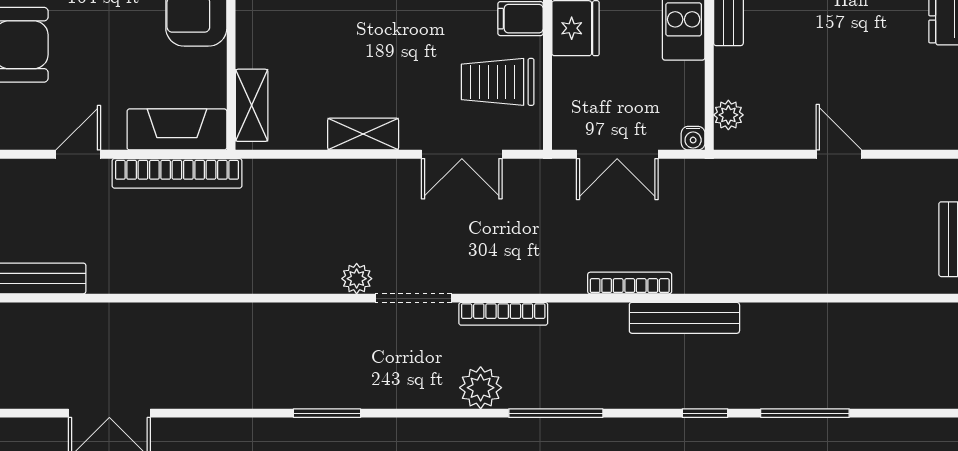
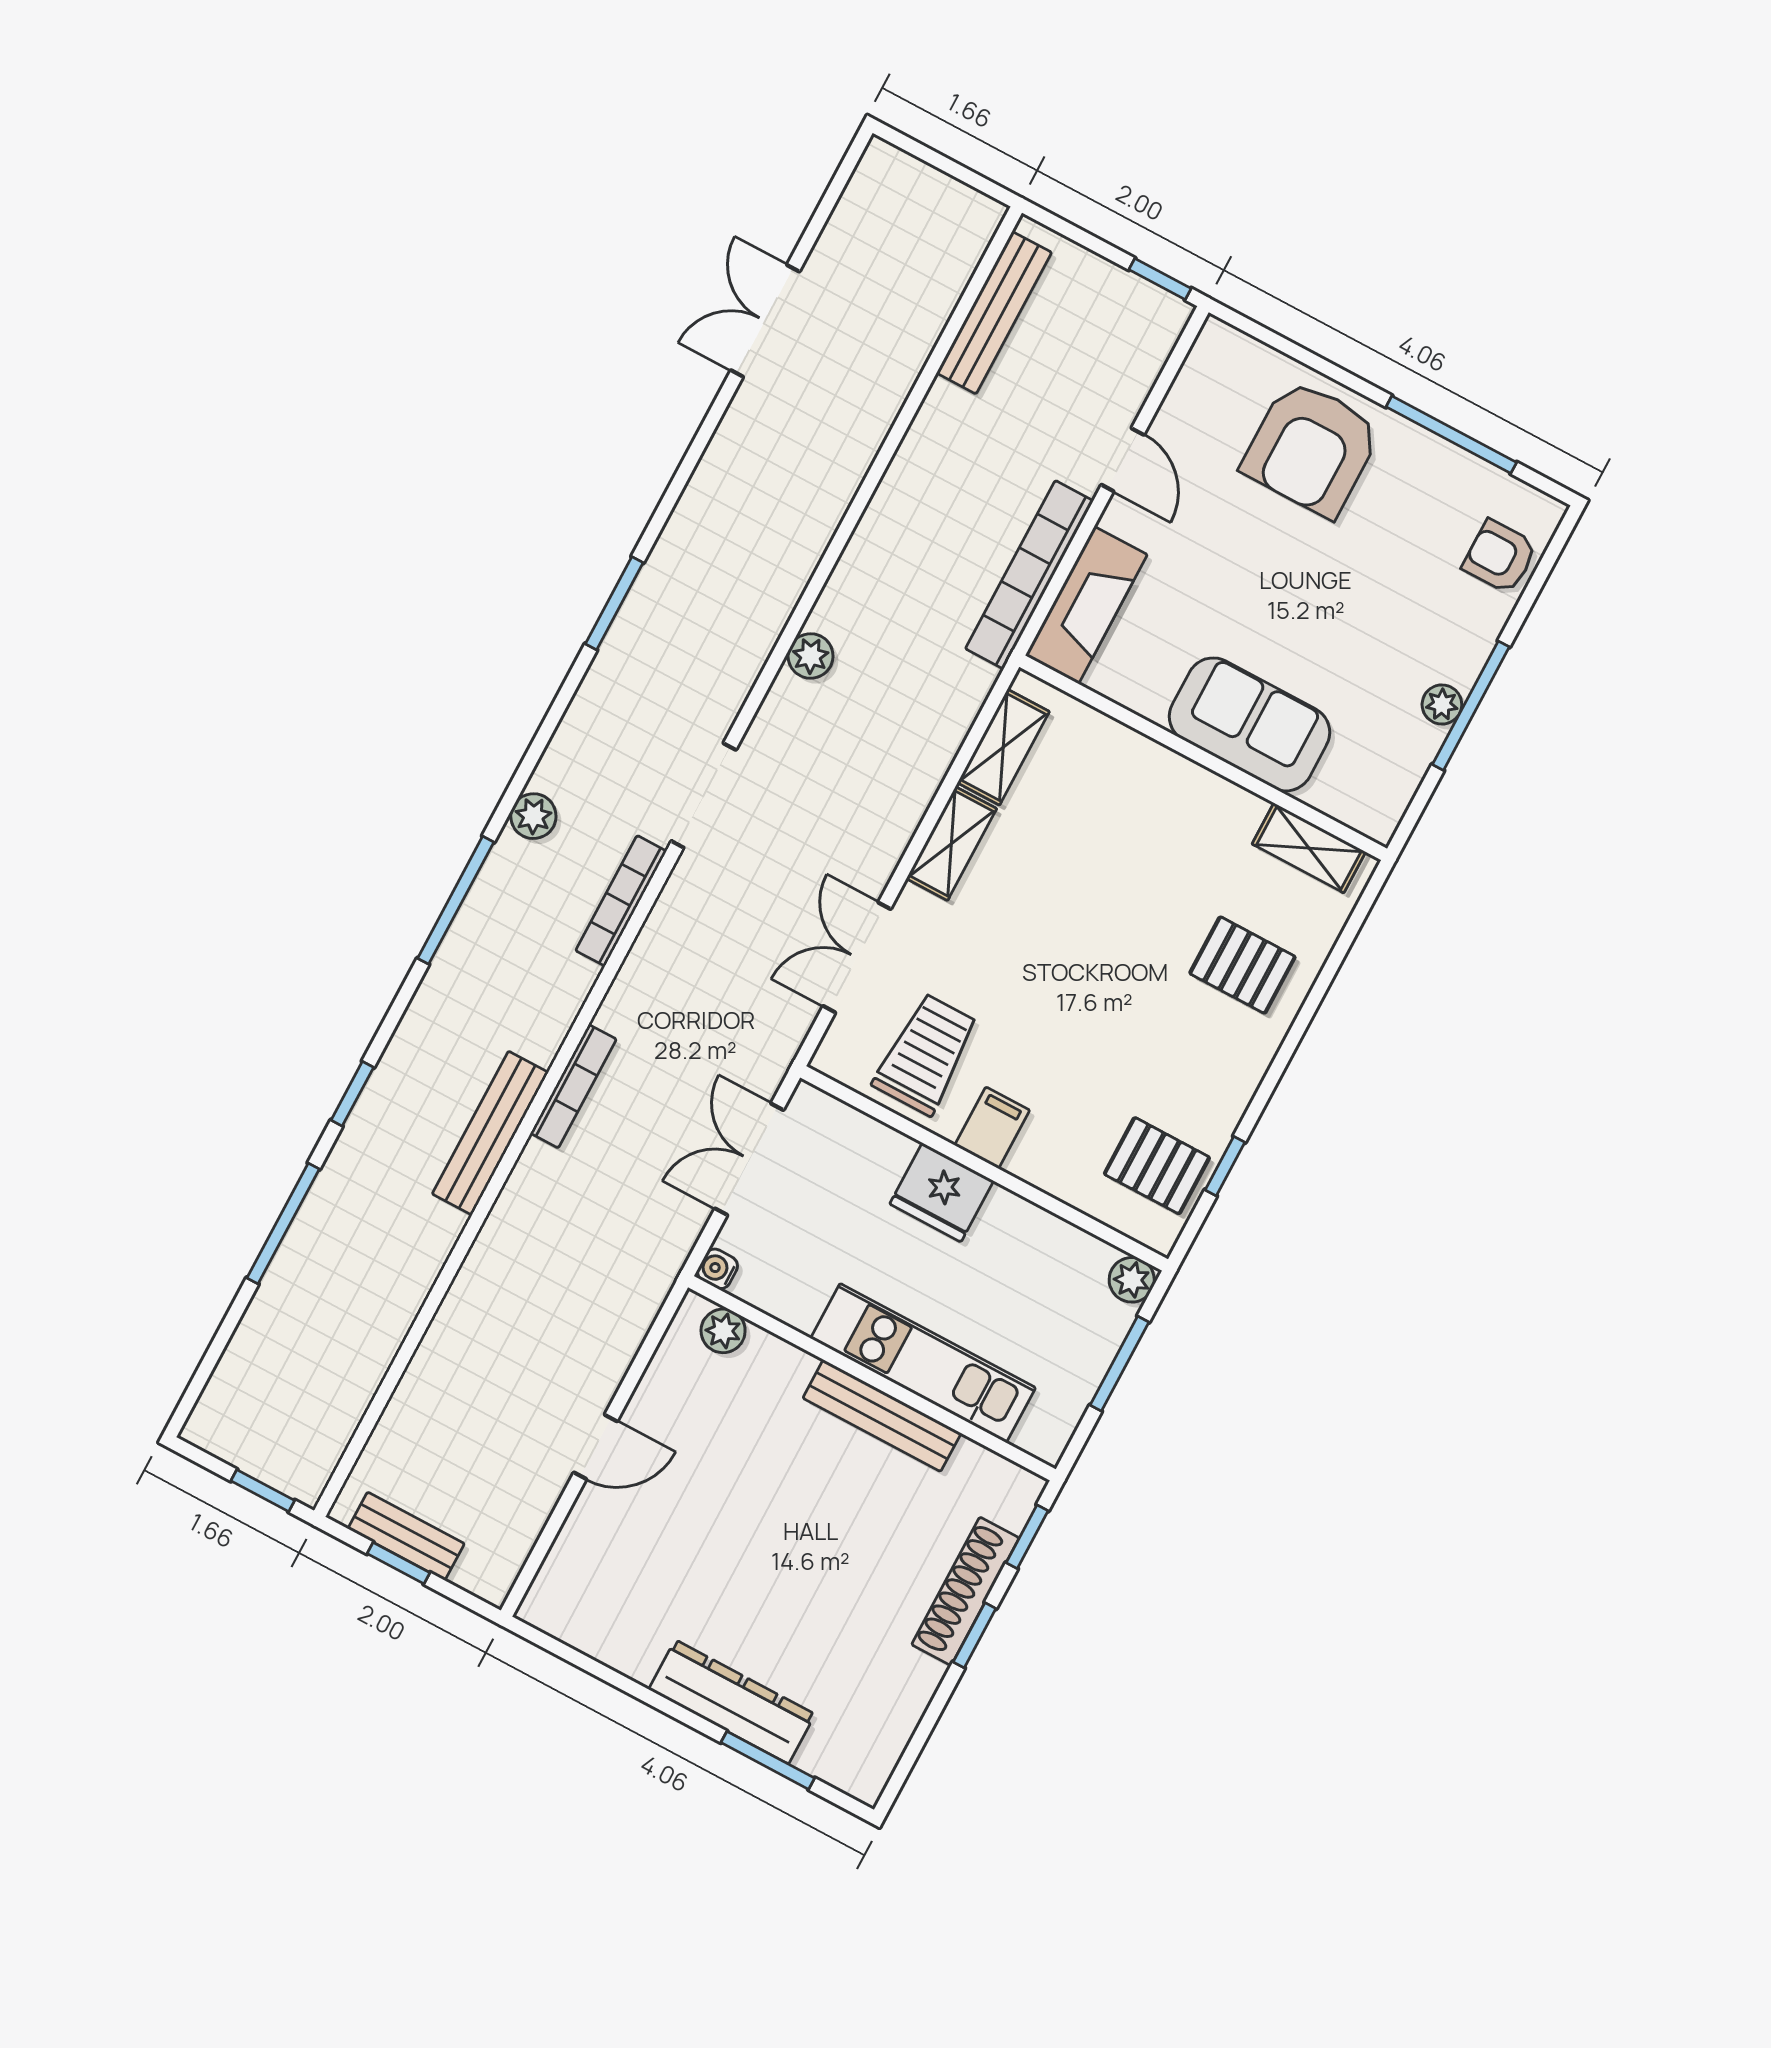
shelving: (252, 105) -> (1003, 747), moved, turned 90
plant: (357, 279) -> (811, 656), moved
plant: (481, 388) -> (533, 816), width x0.73, depth x0.73

